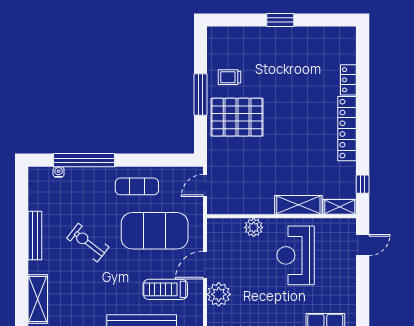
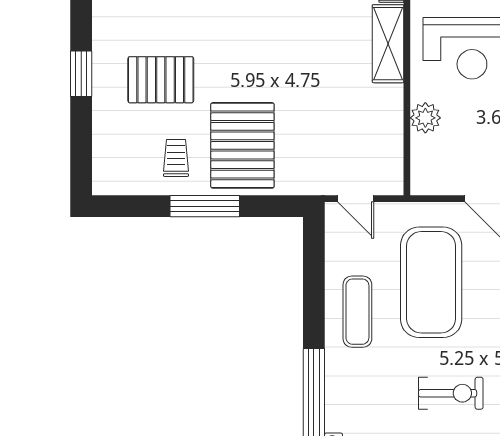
pallet: (277, 68) -> (161, 80), added
trolley: (229, 77) -> (176, 158), turned 180
exercise bike: (88, 243) -> (451, 393), turned -128

